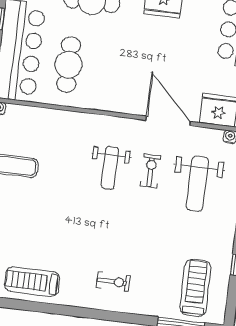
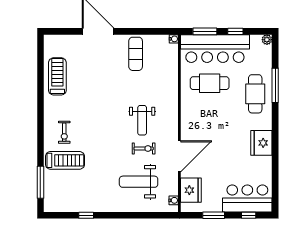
weight bench: (110, 168) -> (142, 120), turned -90
treadmill: (195, 288) -> (65, 160), moved

